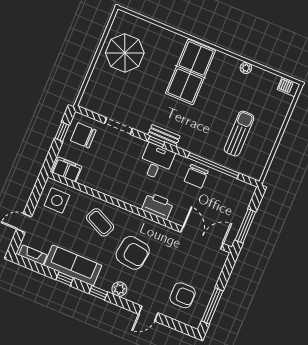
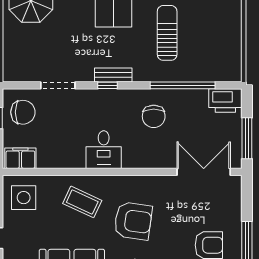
sun lounger: (239, 134) -> (167, 33), moved
chair: (83, 135) -> (23, 112), turned 180
desk: (156, 162) -> (104, 150), moved, turned 180
chair: (196, 176) -> (154, 116), moved
printer: (158, 206) -> (225, 101), moved, turned 180

